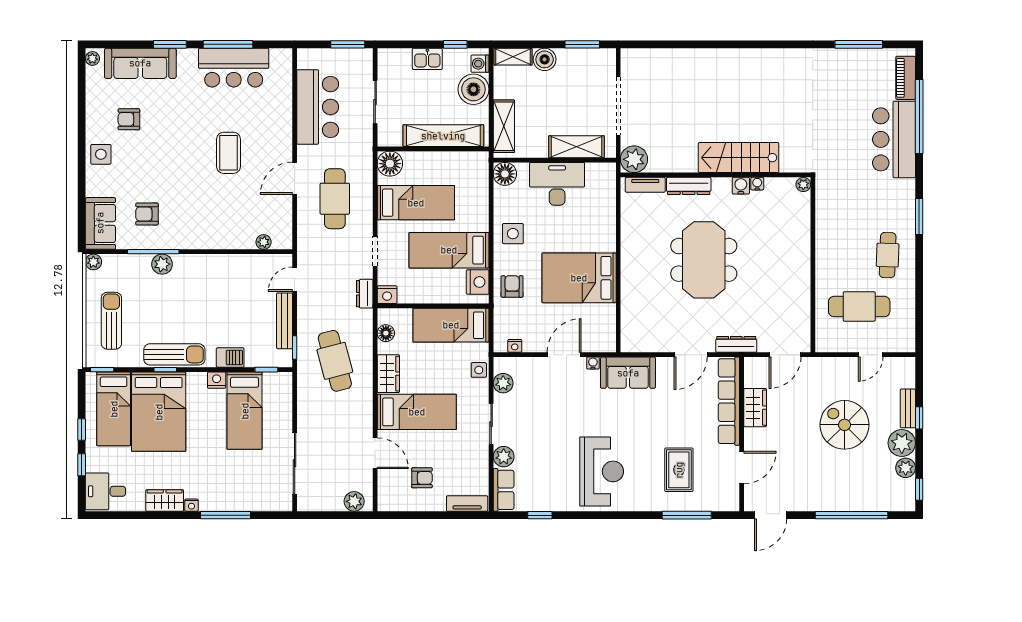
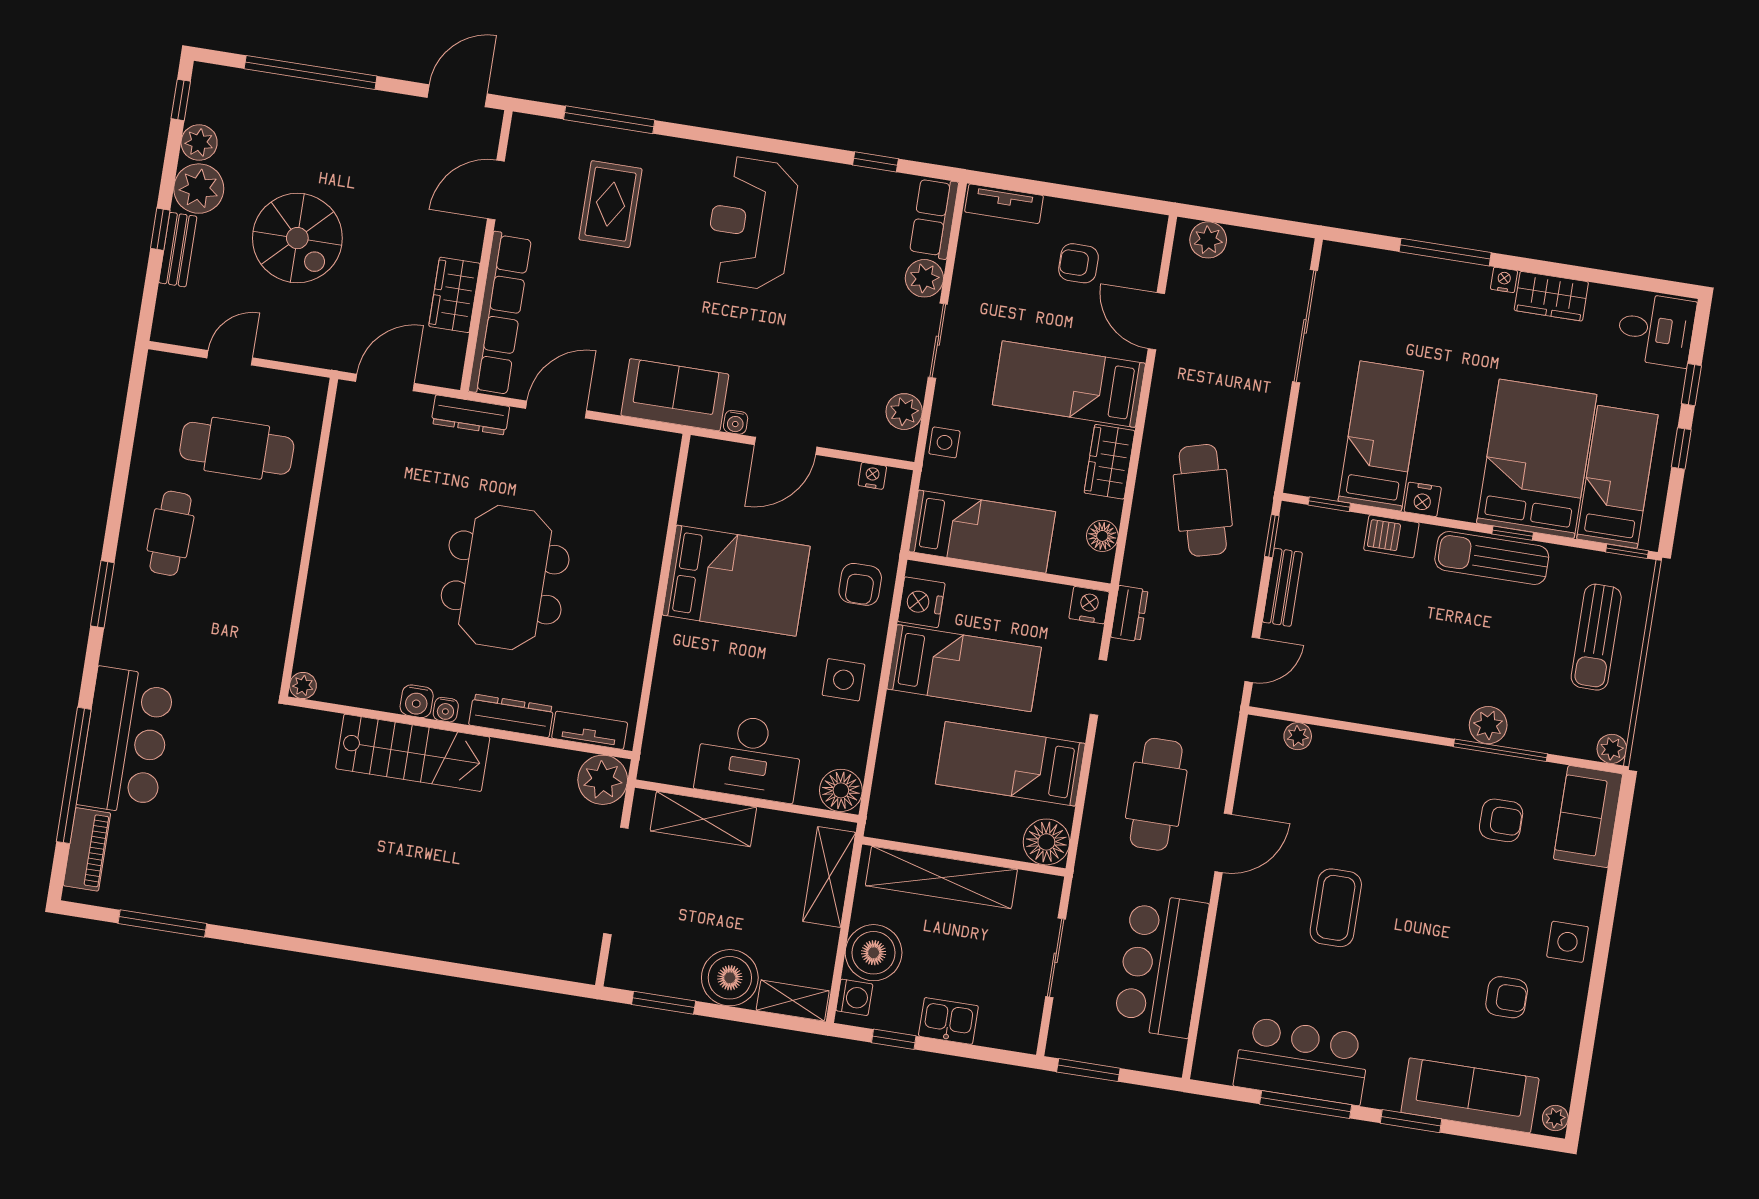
boiler: (545, 59) -> (730, 978), width x1.37, depth x1.37
water cooler: (757, 184) -> (446, 710), moved
bench: (285, 321) -> (1282, 587), width x0.73

